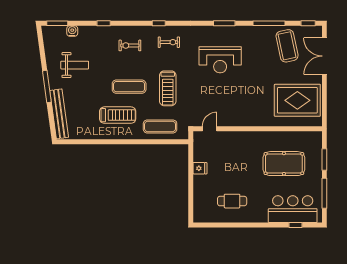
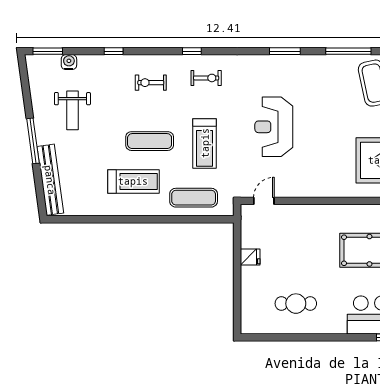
reception desk: (220, 60) -> (274, 127), moved, turned 90
weight bench: (75, 65) -> (72, 110), turned 90

